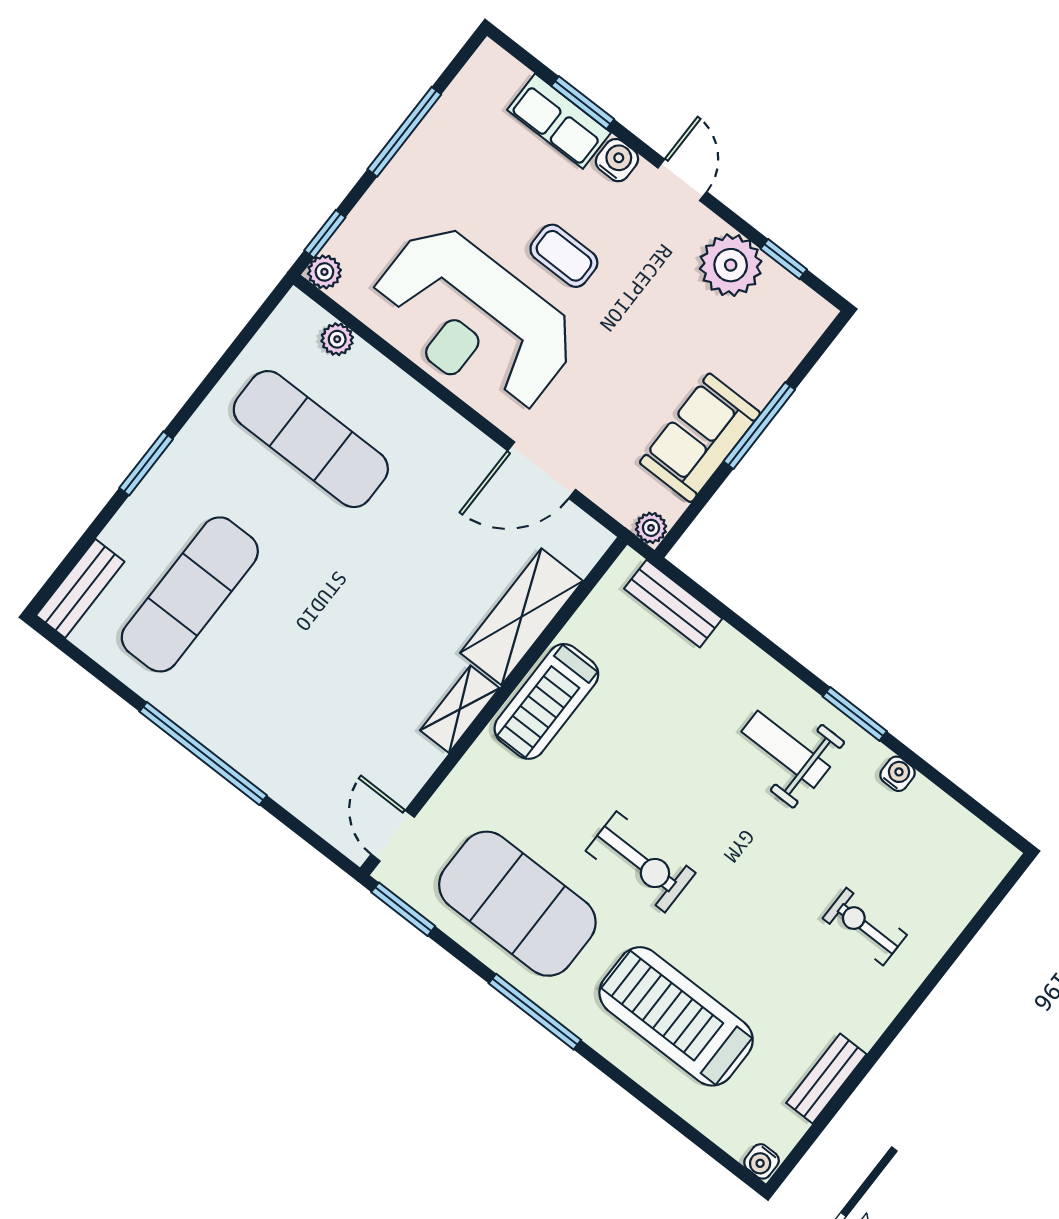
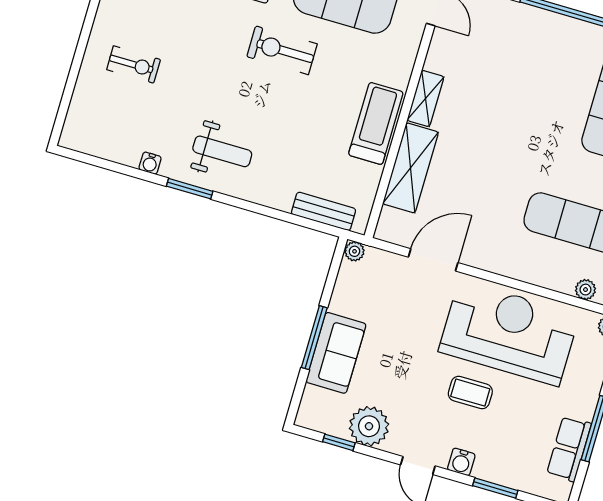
row of seats: (559, 121) -> (569, 449), moved, turned -90
sofa: (700, 438) -> (336, 353), moved

